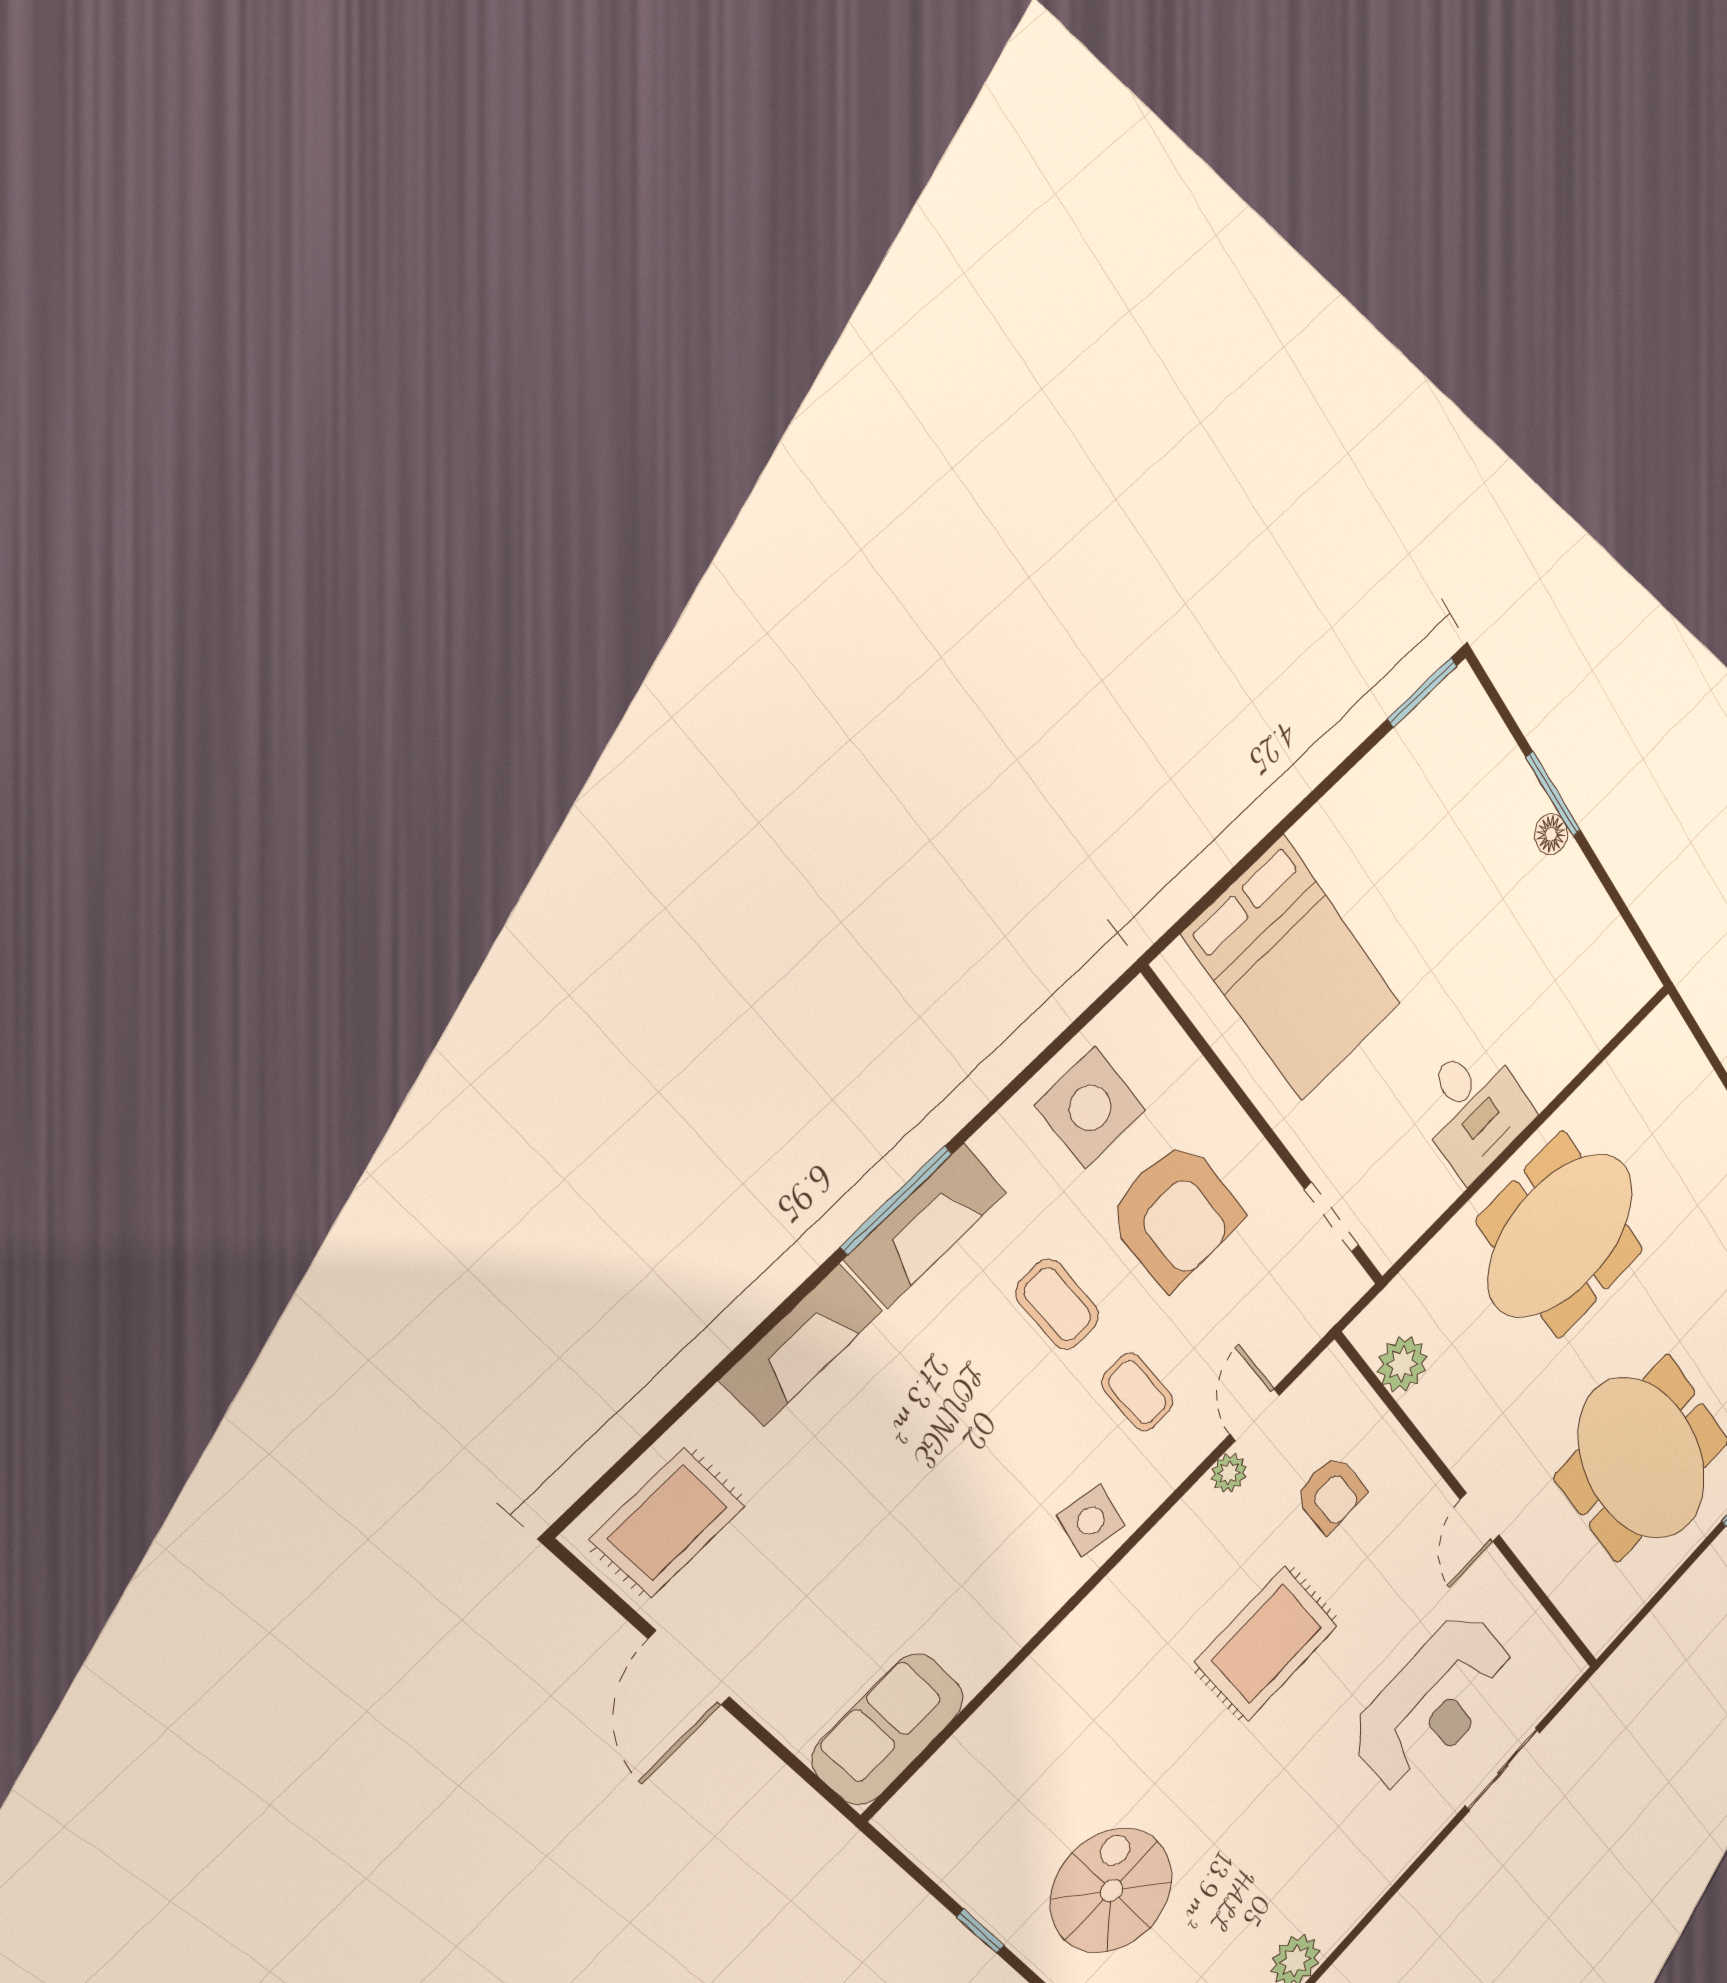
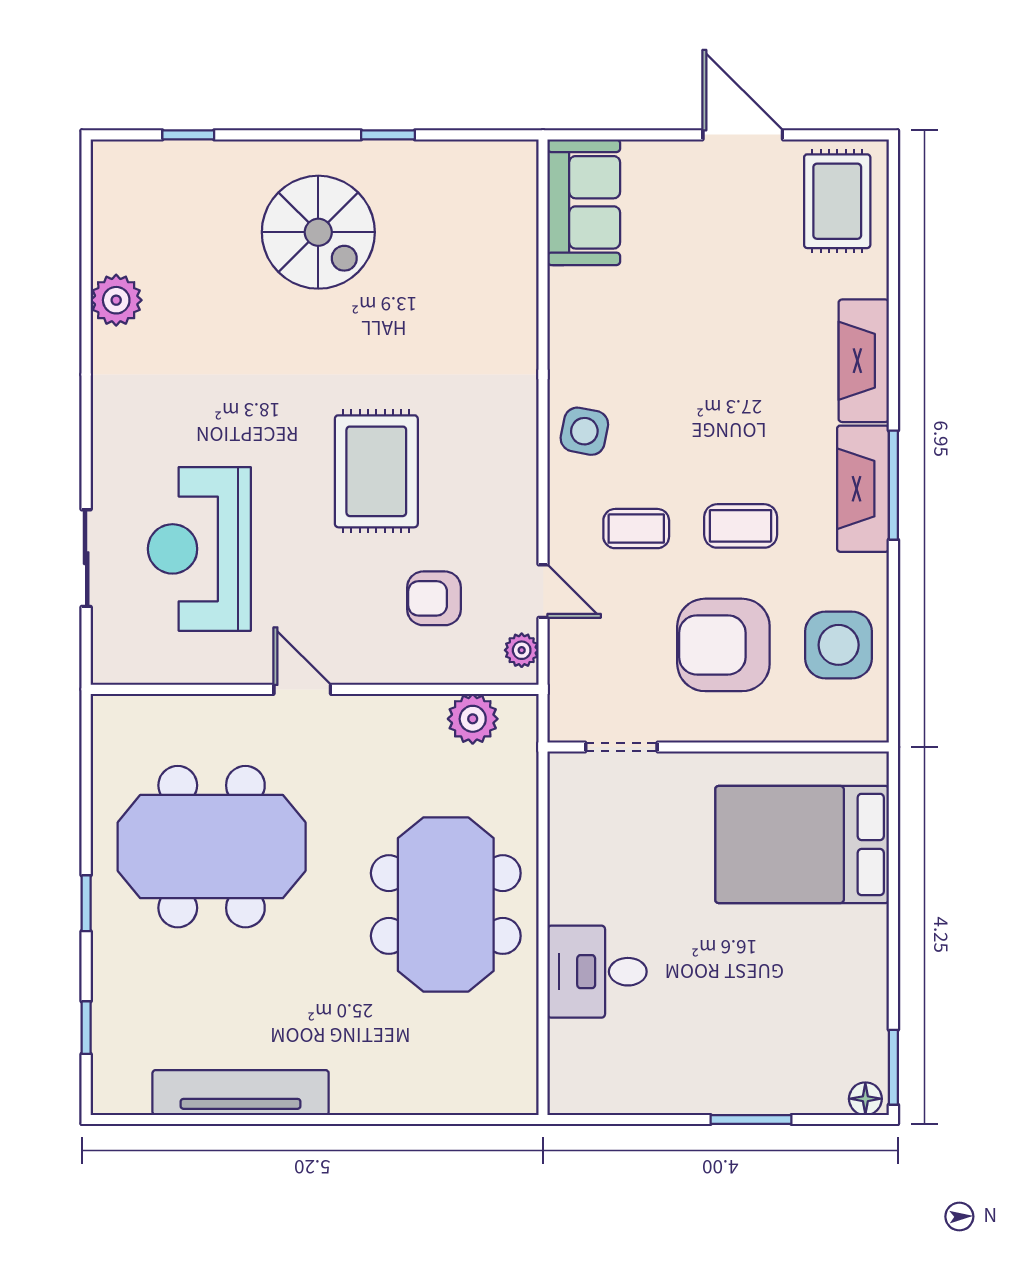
floor lamp: (1551, 834) -> (865, 1099), moved
desk: (1474, 1109) -> (597, 972), moved
plant: (1229, 1473) -> (522, 650), moved

